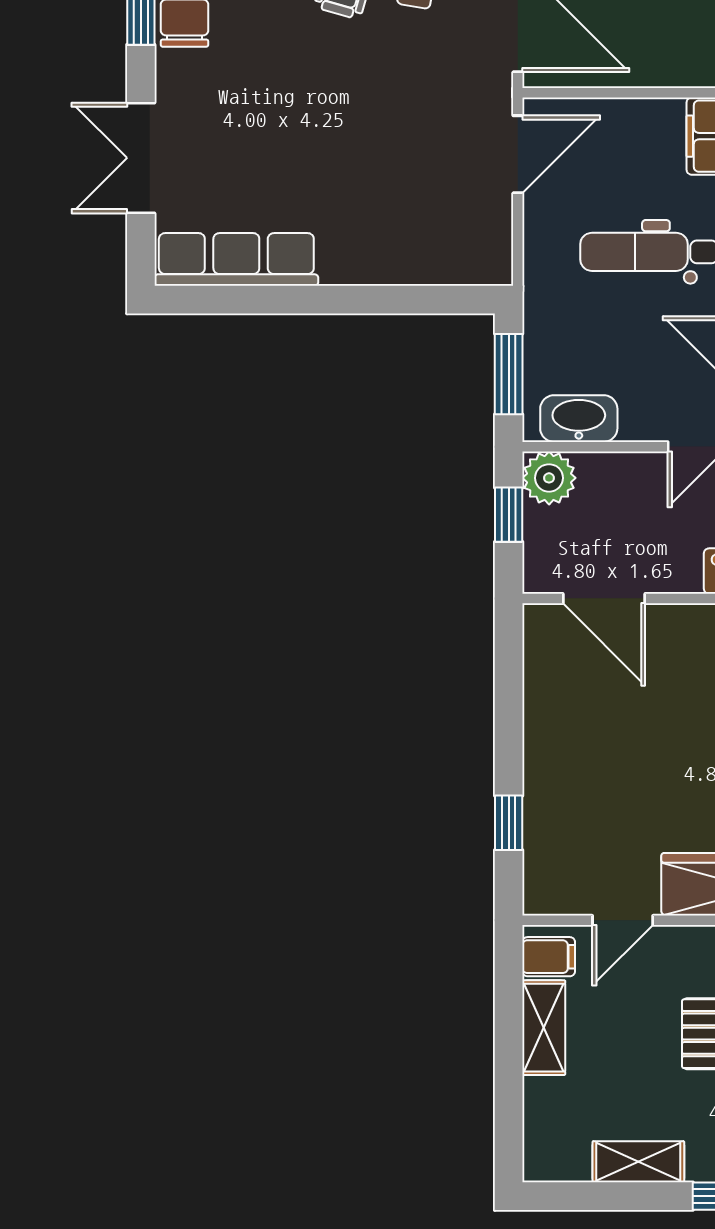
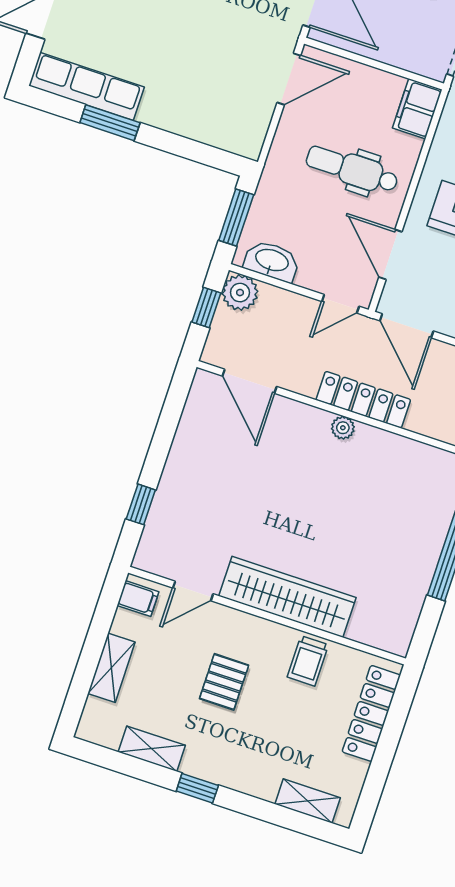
window: (286, 300) -> (110, 123), added
shelving: (544, 1028) -> (111, 668), moved

